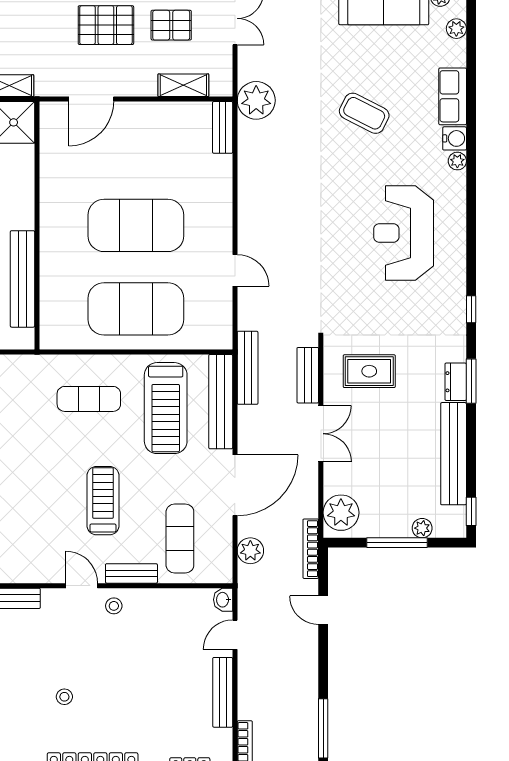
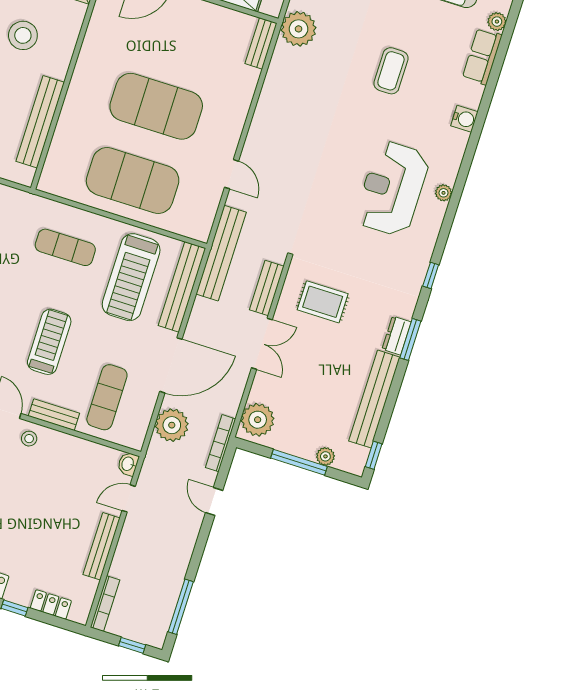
row of seats: (453, 96) -> (482, 56), moved
coffee table: (364, 113) -> (391, 71), turned 63
plant: (457, 161) -> (444, 193), moved
bench: (248, 368) -> (221, 253), width x1.37, depth x1.21
plant: (250, 551) -> (172, 425), width x1.36, depth x1.36

